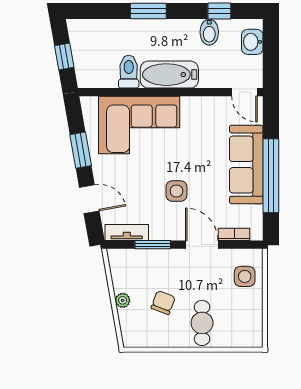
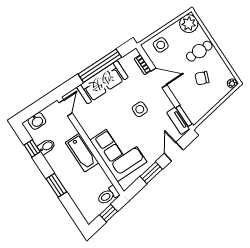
toilet: (129, 72) -> (108, 195), moved
window: (153, 245) -> (184, 116), moved
door: (202, 245) -> (159, 78), swing flipped
plant: (123, 300) -> (232, 83), moved
plant: (248, 333) -> (189, 24), added

